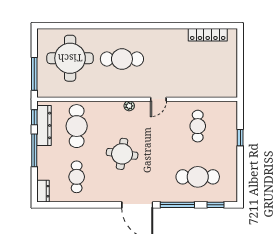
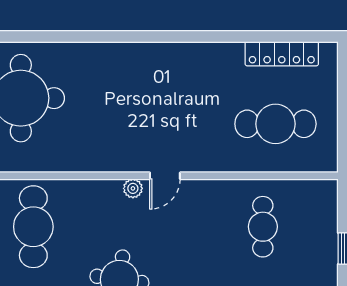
cafe table: (122, 59) -> (275, 124), moved
door: (158, 99) -> (165, 176), moved

